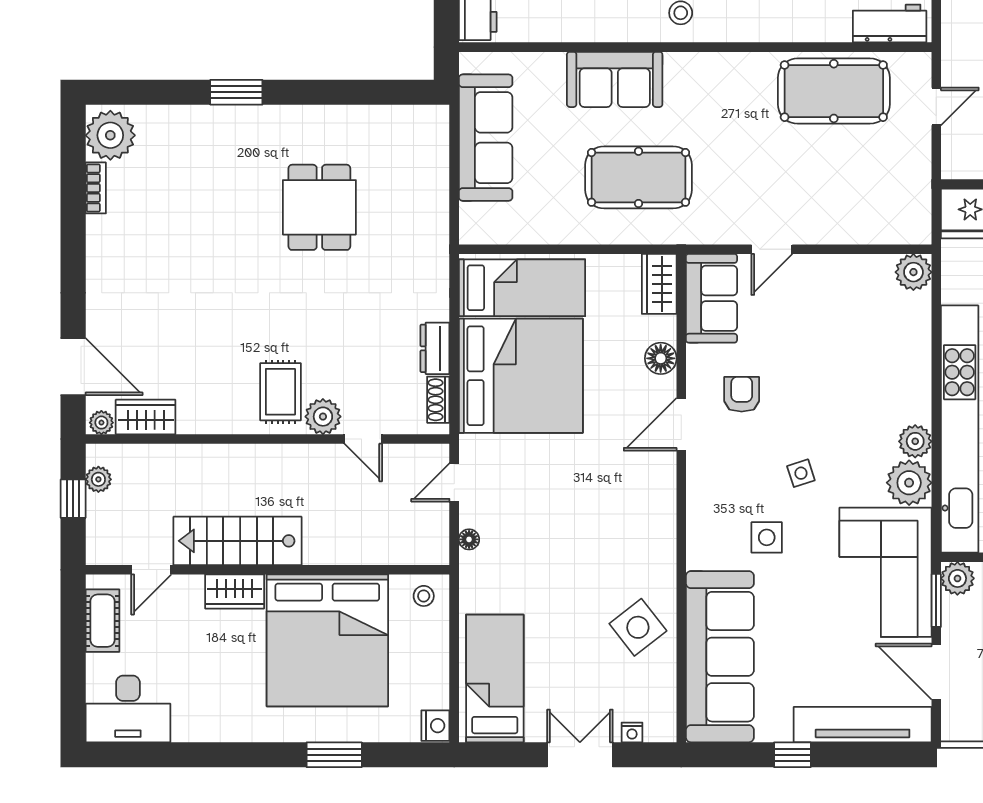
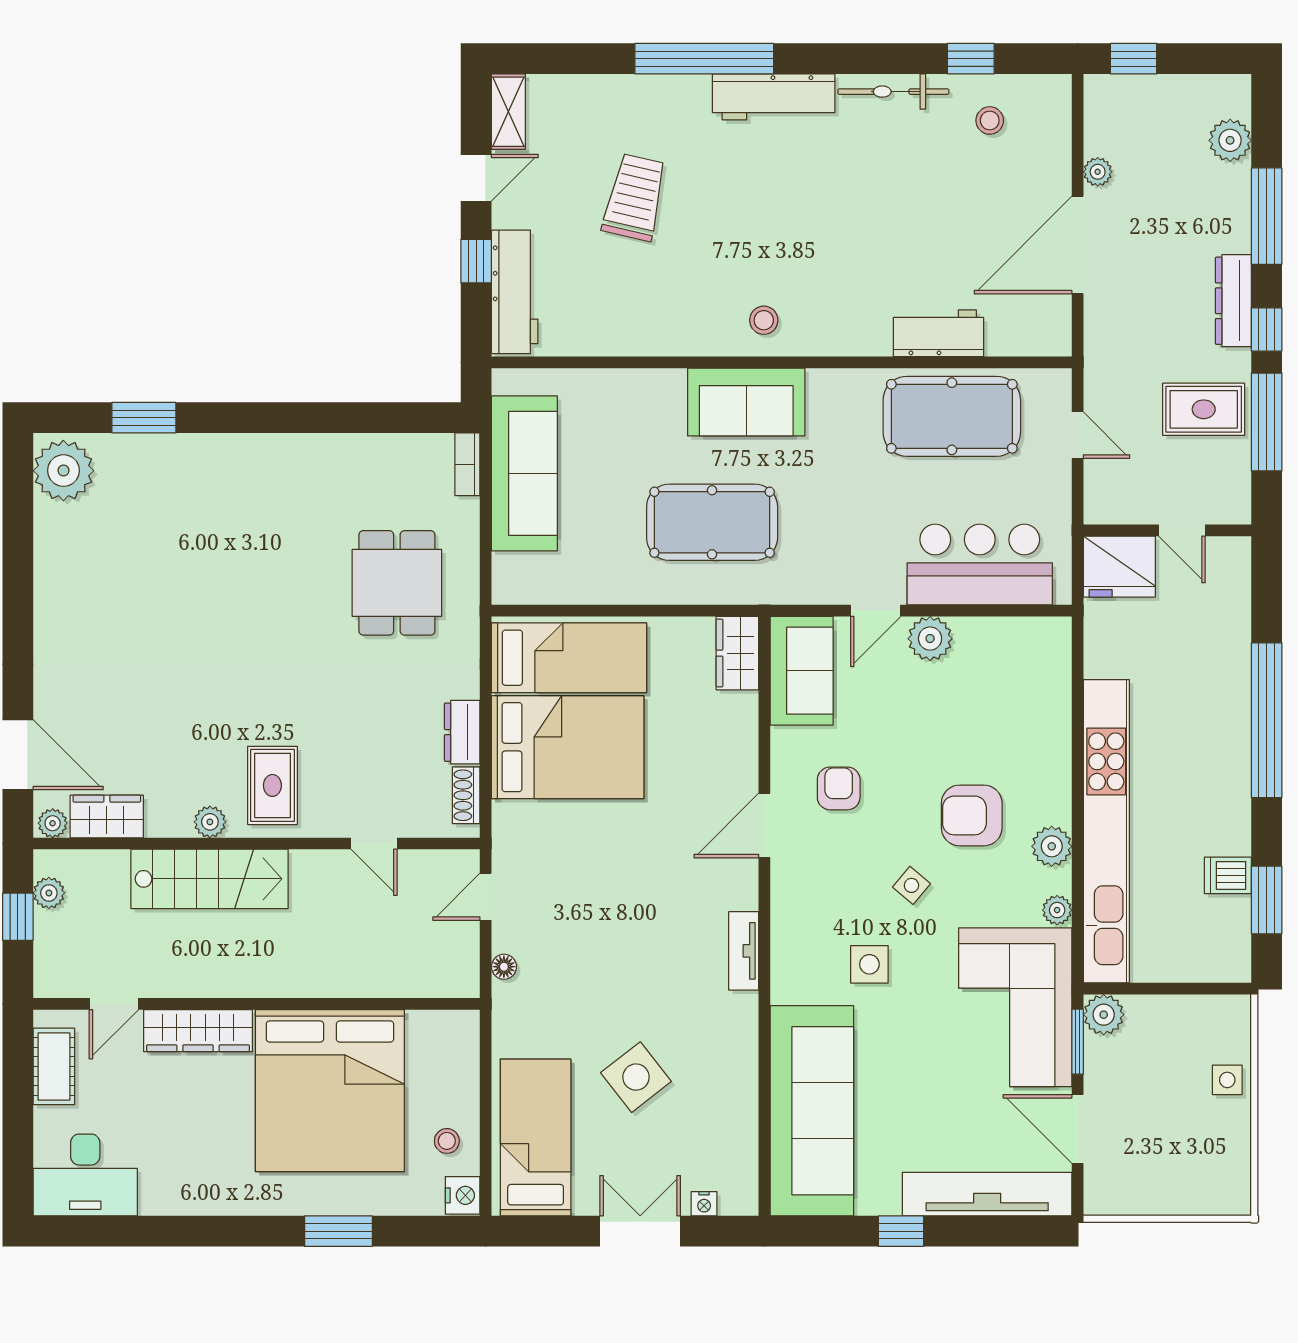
workbench: (890, 23) -> (938, 333), moved
sofa: (615, 79) -> (746, 402), moved
window: (236, 92) -> (144, 418), moved
door: (936, 106) -> (1078, 435), hinge flipped
bookcase: (96, 188) -> (467, 464), moved, turned 180
dining table: (319, 207) -> (397, 583), moved
bar counter: (857, 212) -> (980, 564), added
plant: (913, 272) -> (930, 639), moved
floor lamp: (661, 358) -> (739, 744), removed
bed: (521, 376) -> (568, 747), width x0.73
armchair: (850, 416) -> (972, 815), added
plant: (323, 417) -> (210, 822), moved, width x0.73, depth x0.73
side table: (801, 473) -> (911, 885), turned -32
plant: (909, 483) -> (1057, 910), width x0.53, depth x0.53
tv unit: (664, 527) -> (744, 951), added
stairs: (238, 541) -> (210, 879), moved, turned 180
wardrobe: (235, 591) -> (198, 1031), width x1.50
stool: (424, 596) -> (447, 1141), moved
side table: (638, 627) -> (636, 1077), moved

